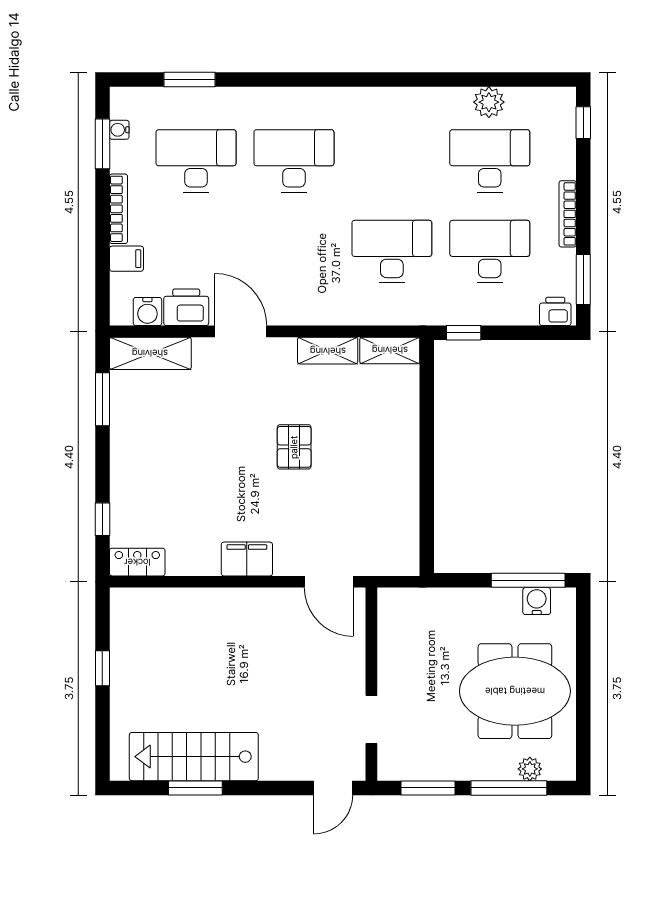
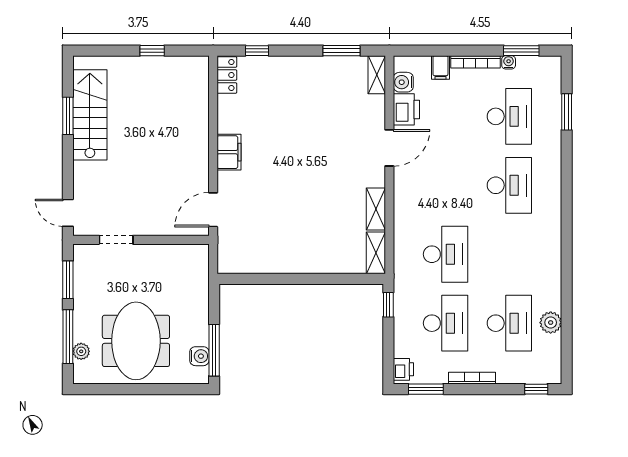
water cooler: (119, 130) -> (509, 62), moved
shelving: (150, 353) -> (377, 75), width x0.67, depth x0.75
pallet: (294, 447) -> (308, 185), removed

